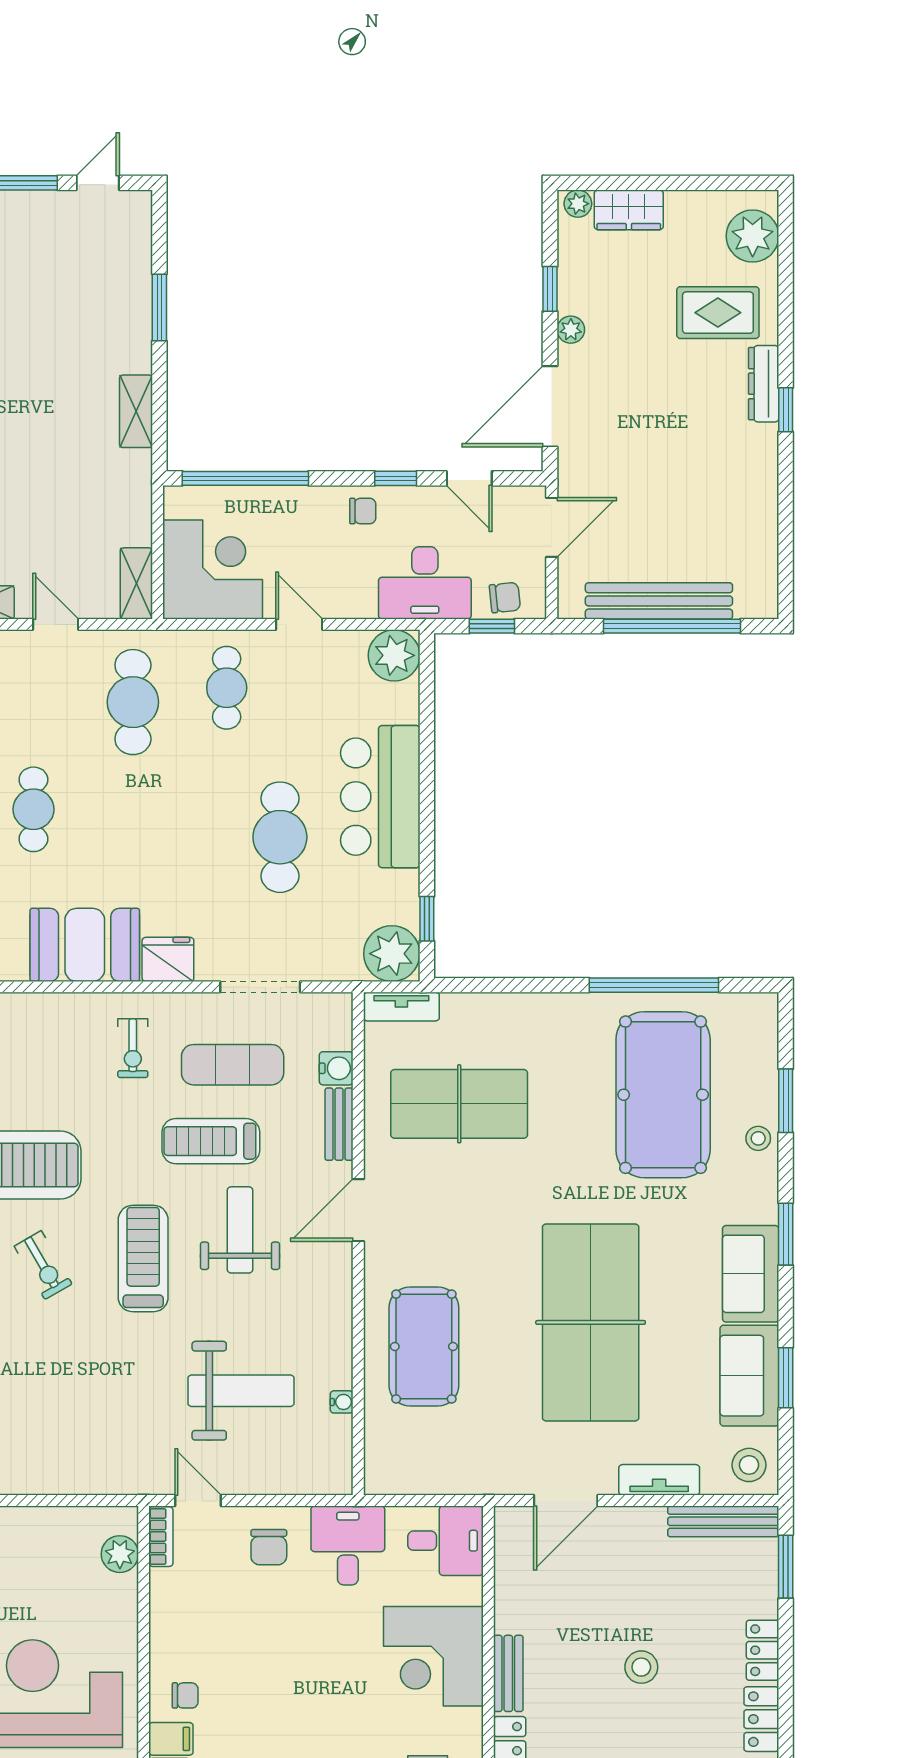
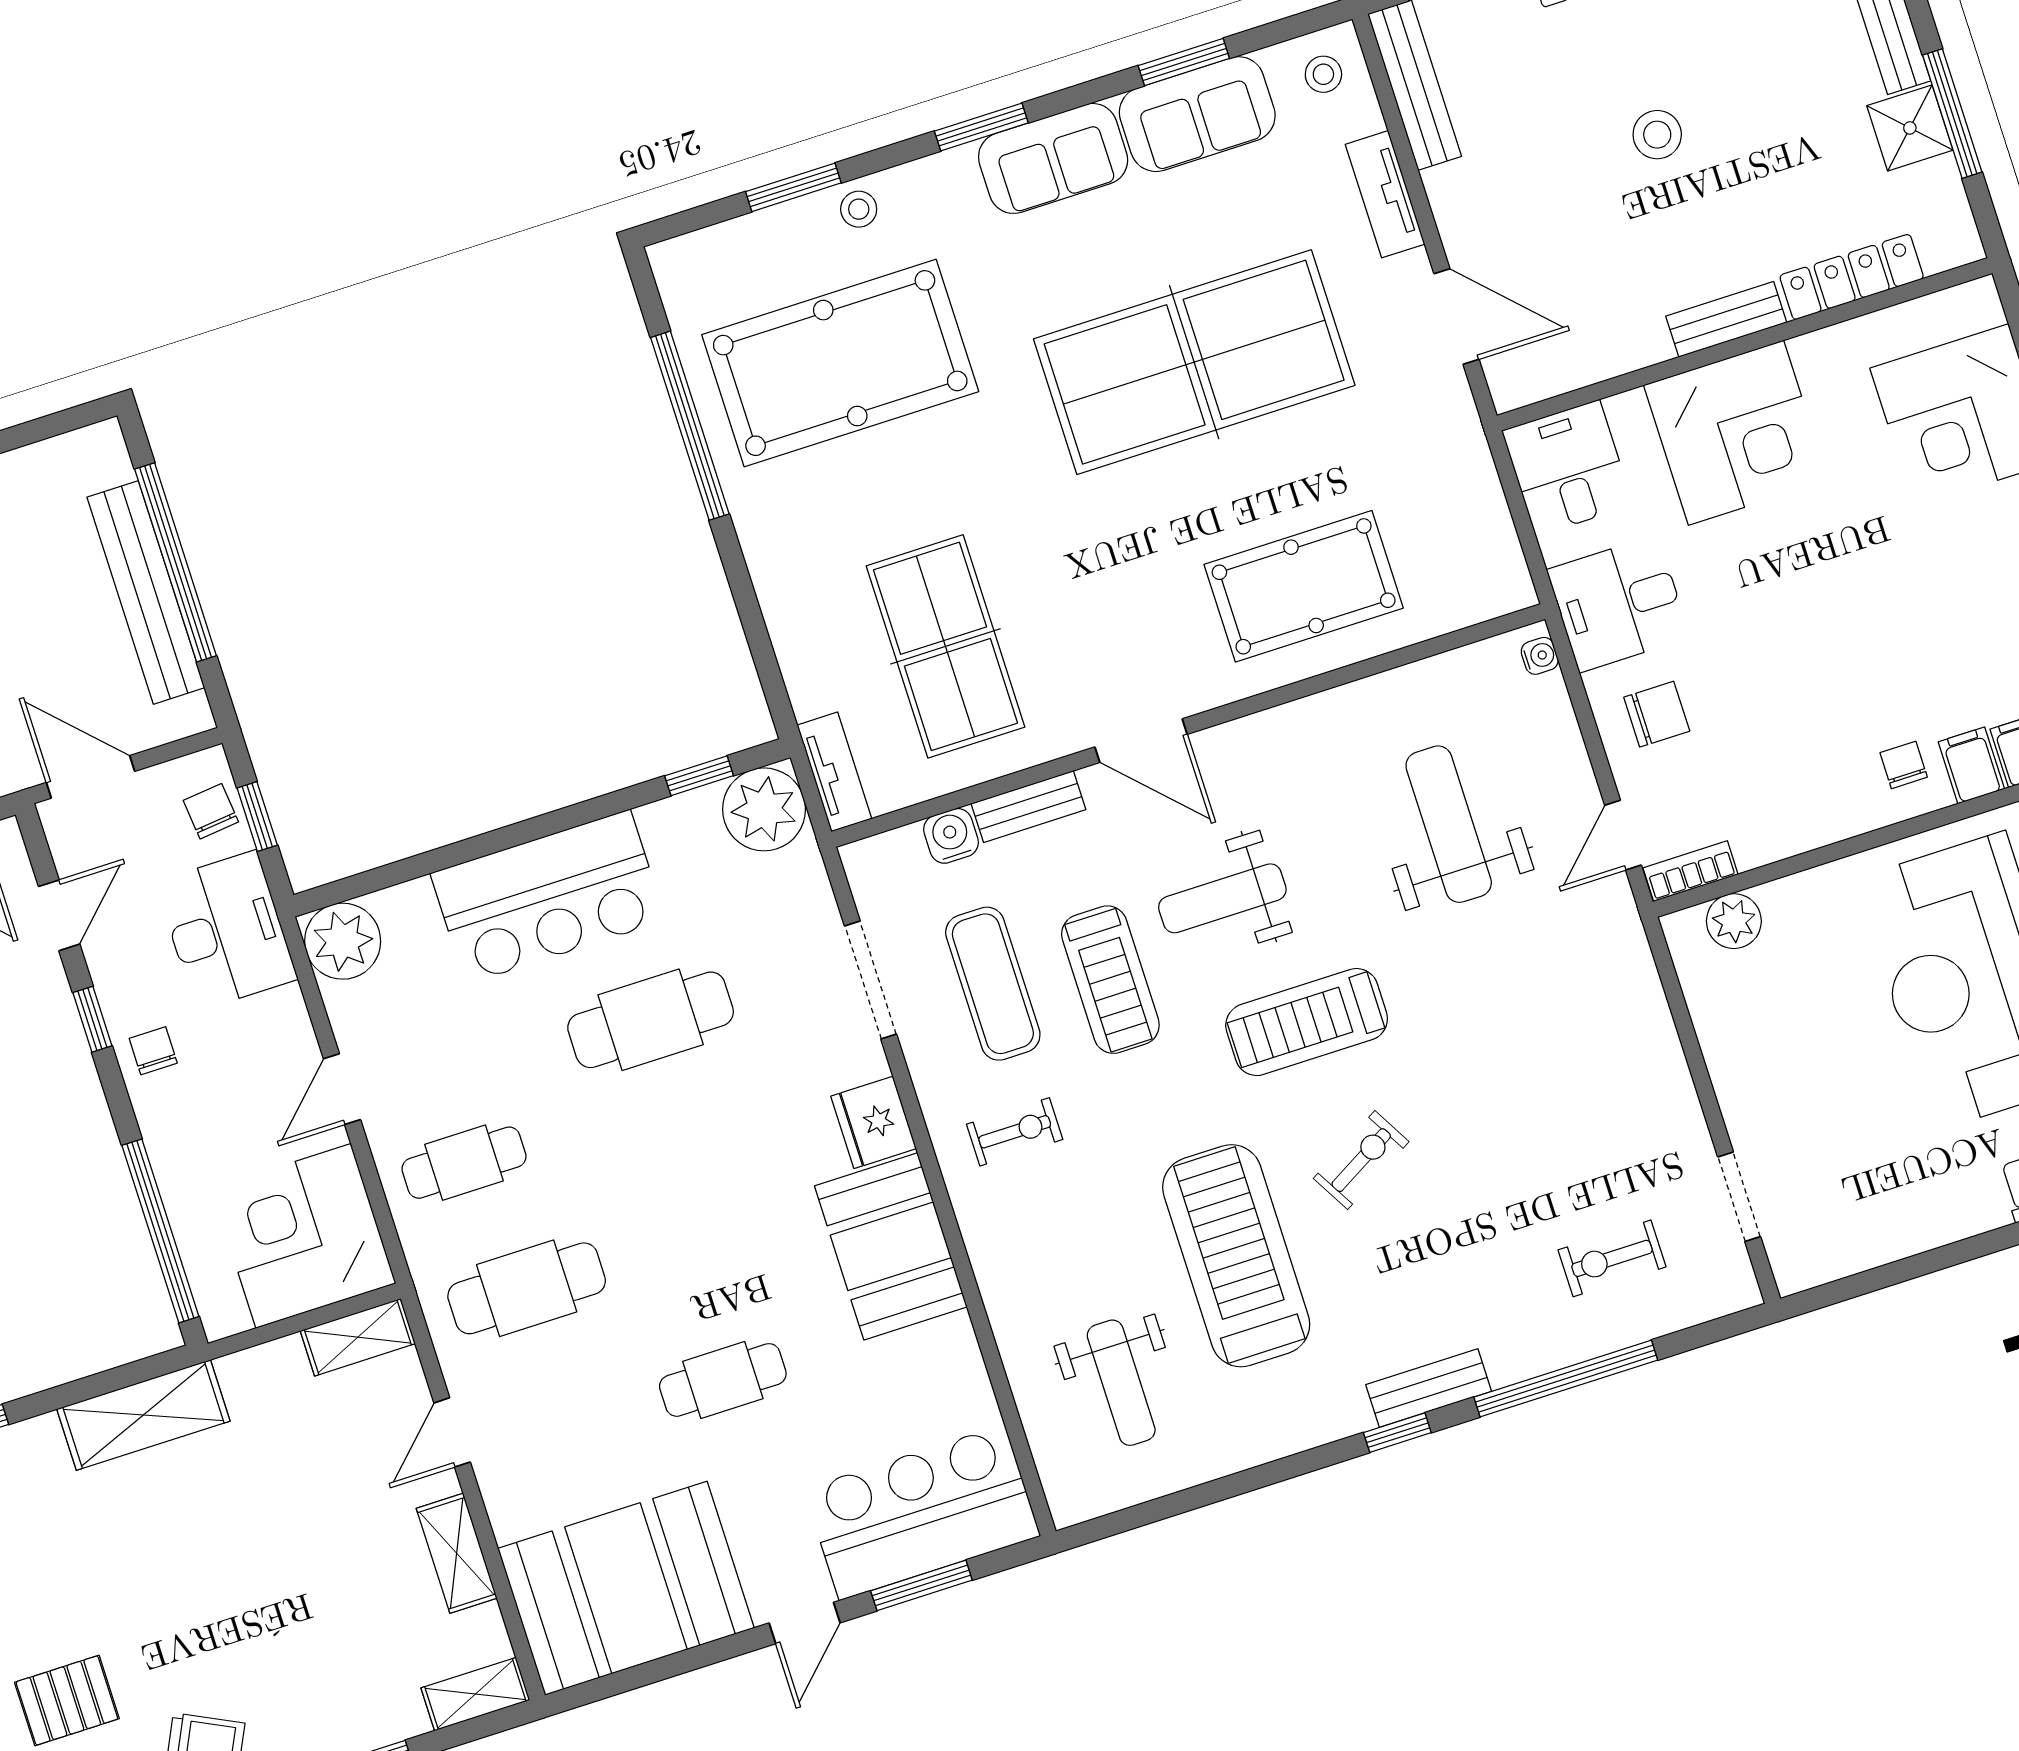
shelving: (136, 411) -> (143, 1415), width x1.50, depth x1.33
water cooler: (342, 1402) -> (1540, 656), moved, turned 90
stool: (749, 1465) -> (1323, 74), width x0.73, depth x0.73

